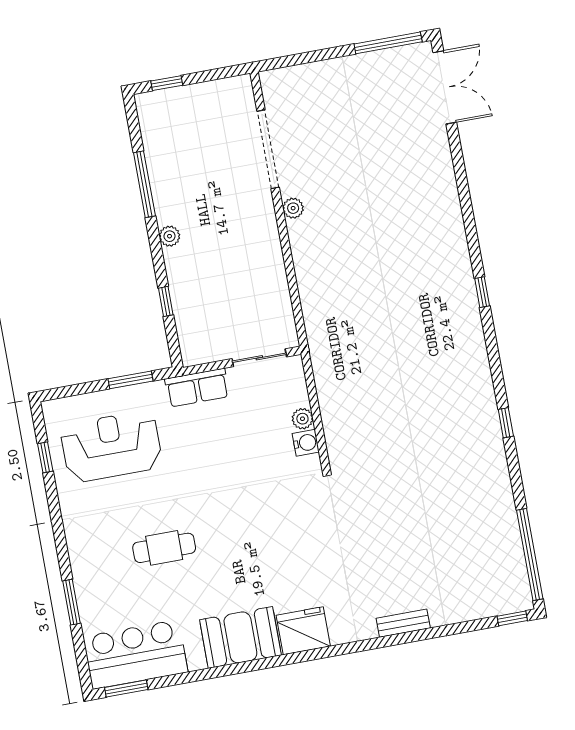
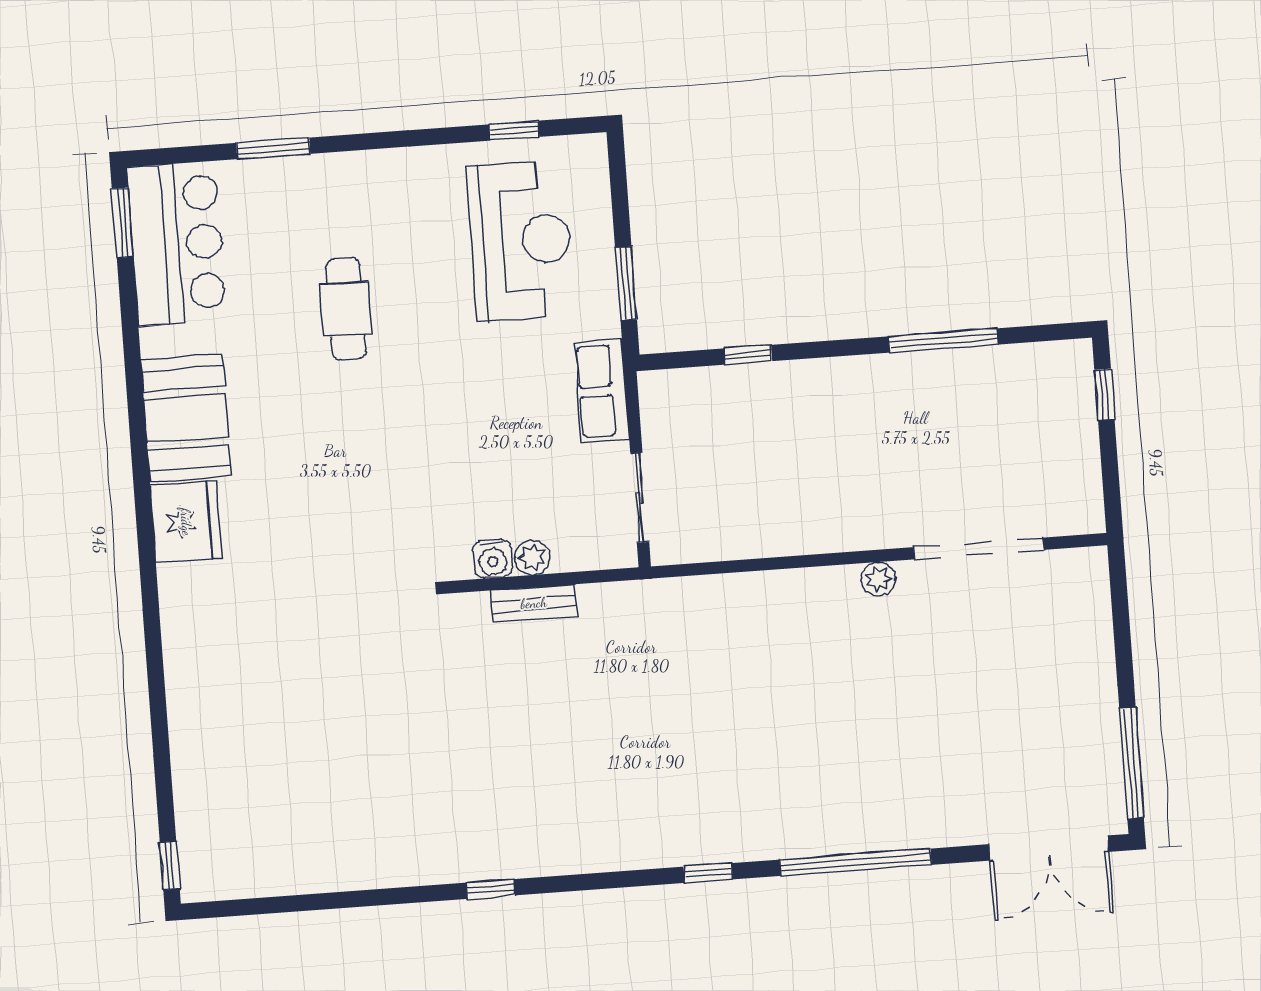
plant: (170, 236) -> (854, 372), removed
window: (530, 555) -> (856, 862), moved
bench: (403, 623) -> (534, 603), moved, turned 90

